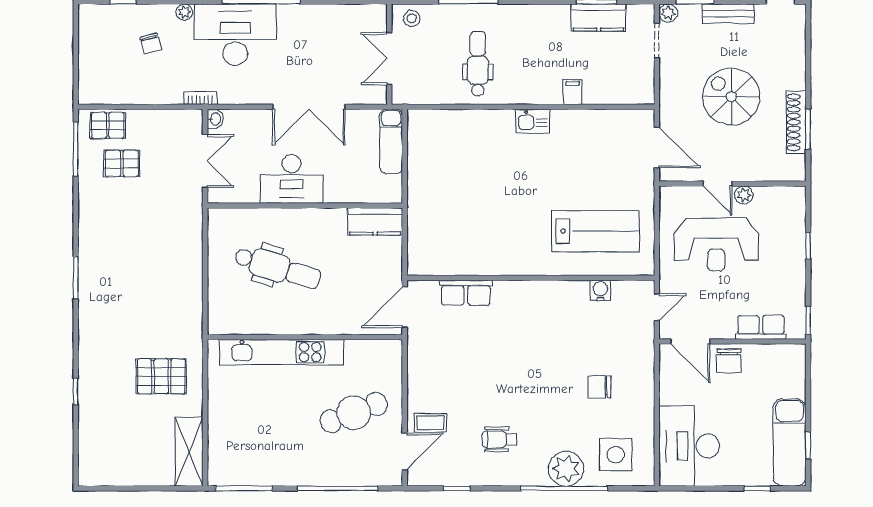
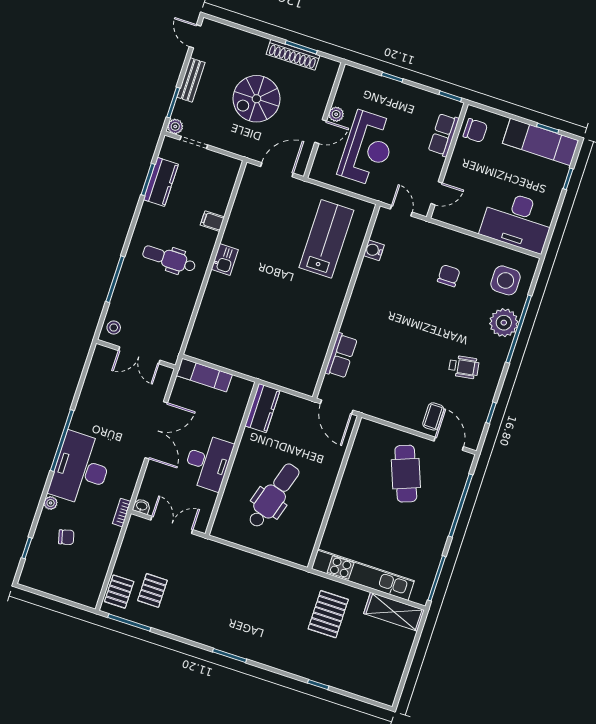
dental chair: (478, 64) -> (169, 259), moved
door: (690, 342) -> (437, 193), width x0.73
kitchen unit: (282, 352) -> (363, 575), moved, turned -90
chair: (729, 361) -> (475, 130), moved
chair: (599, 387) -> (449, 276), turned 180
wheelchair: (499, 439) -> (464, 367), turned -99

